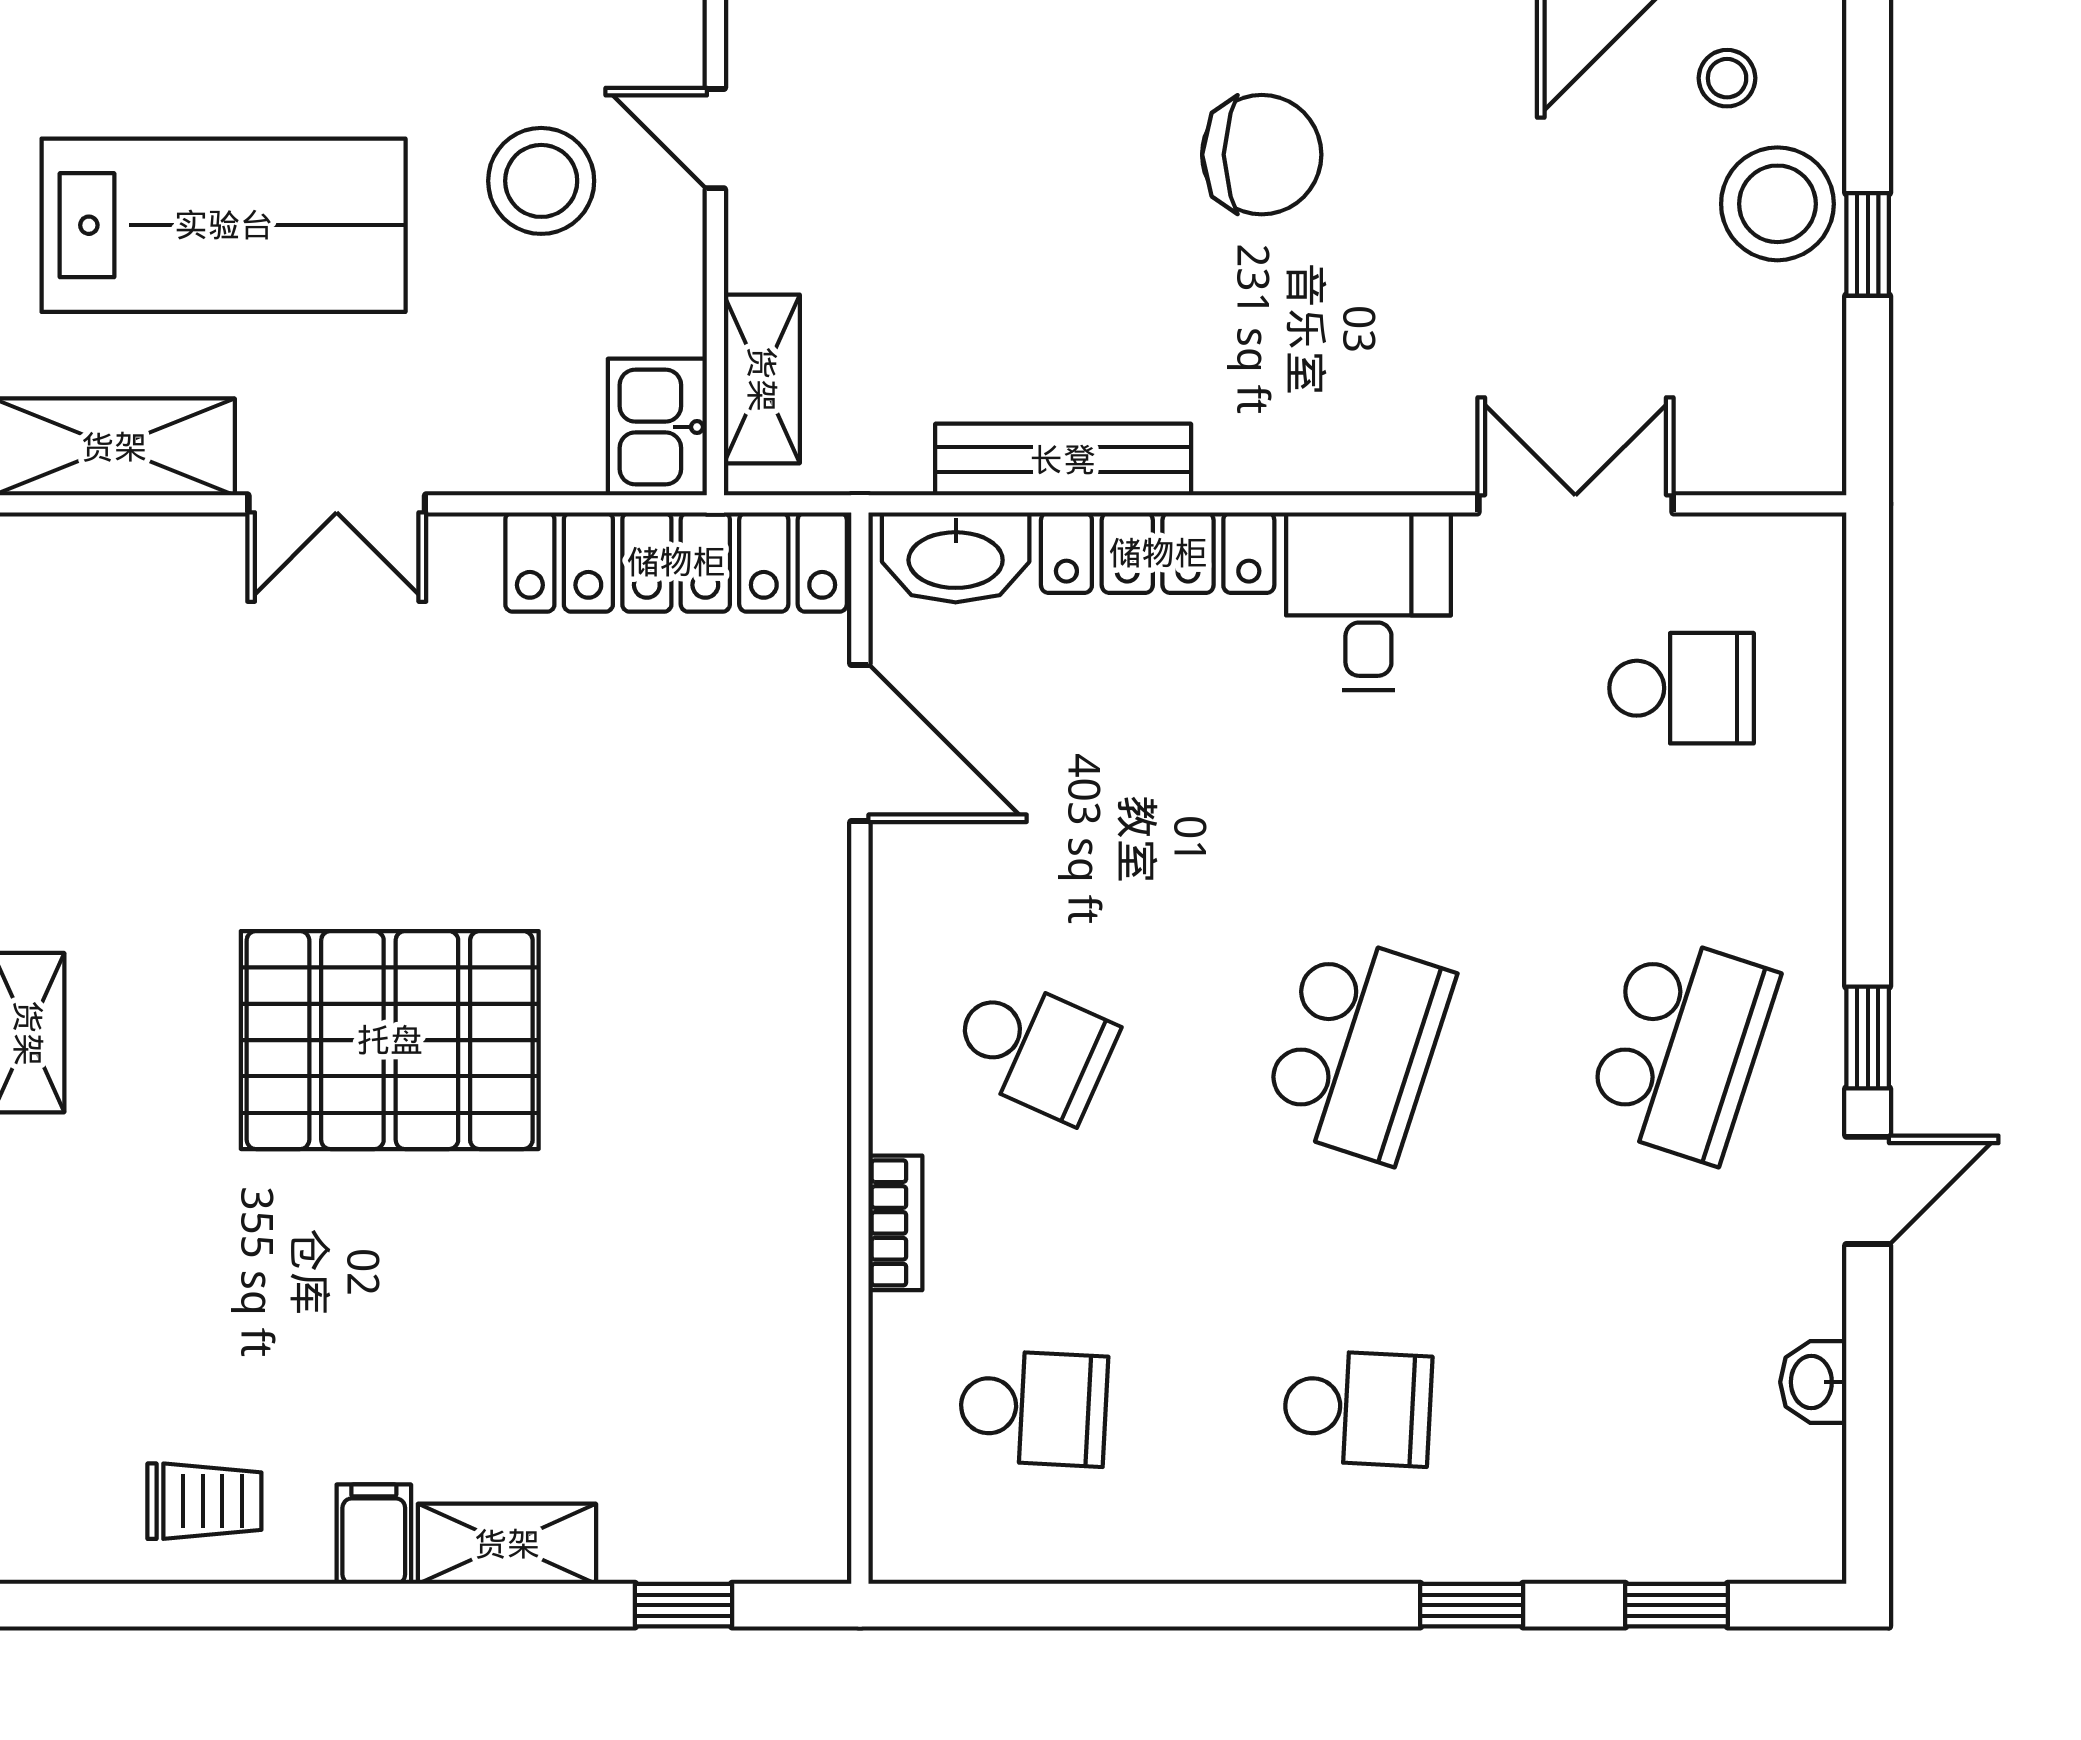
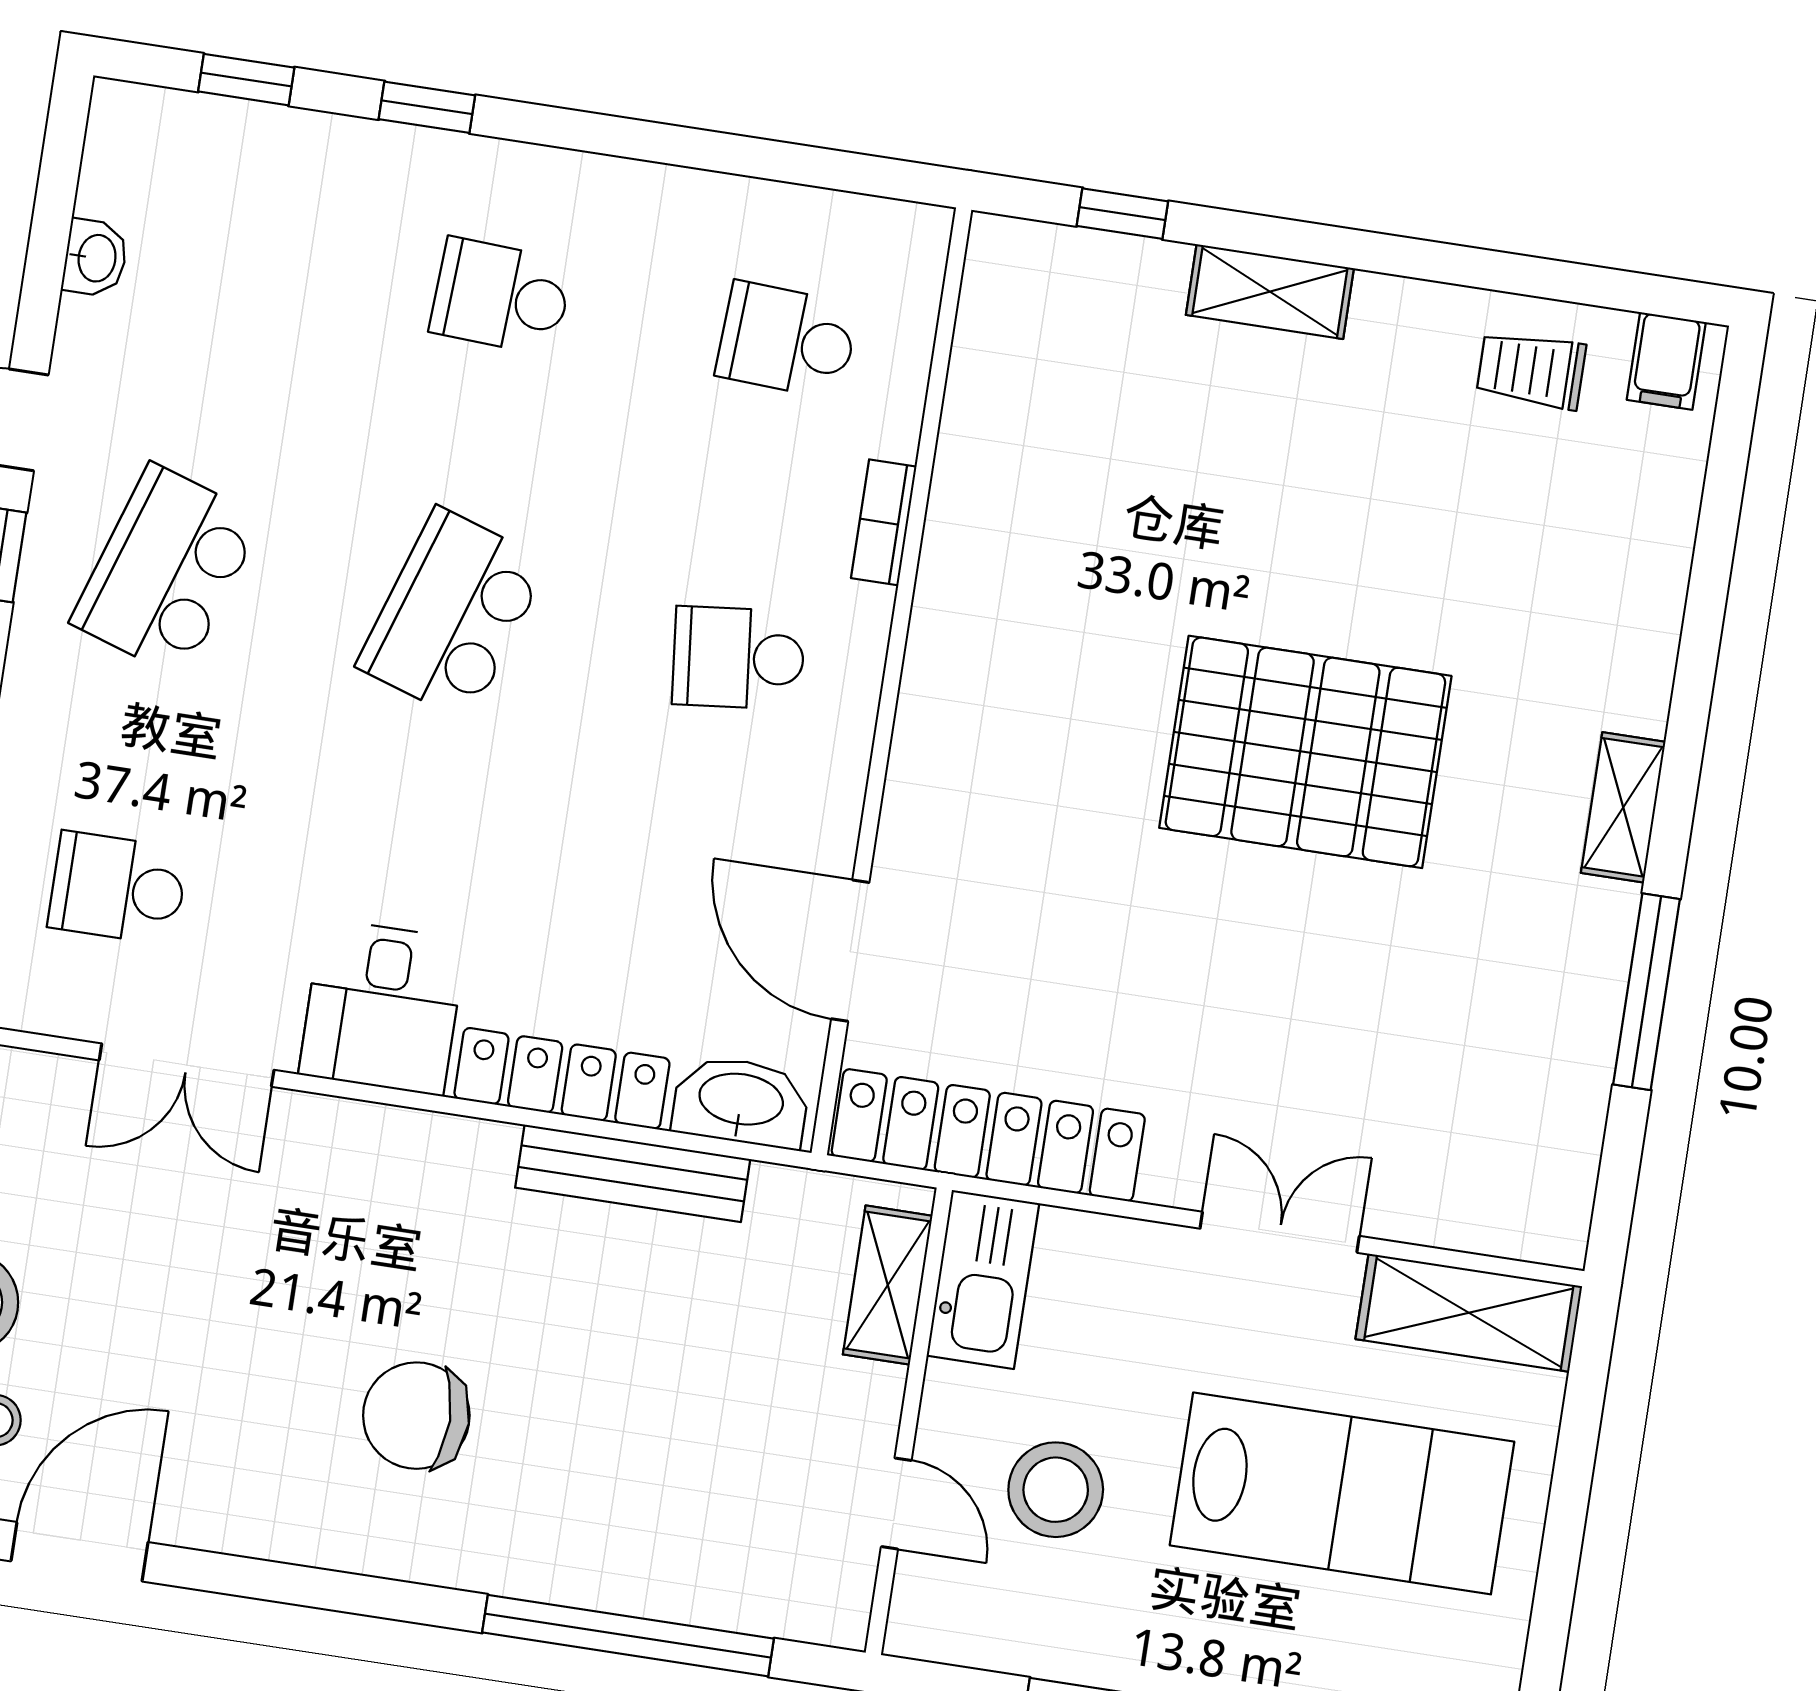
lab bench: (224, 225) -> (1342, 1493), turned 180
kitchen sink: (657, 427) -> (983, 1279), width x1.38
school desk: (1033, 1048) -> (738, 658), turned -30
filing cabinet: (374, 1534) -> (1666, 361), moved

